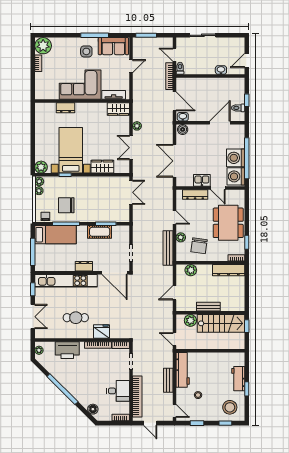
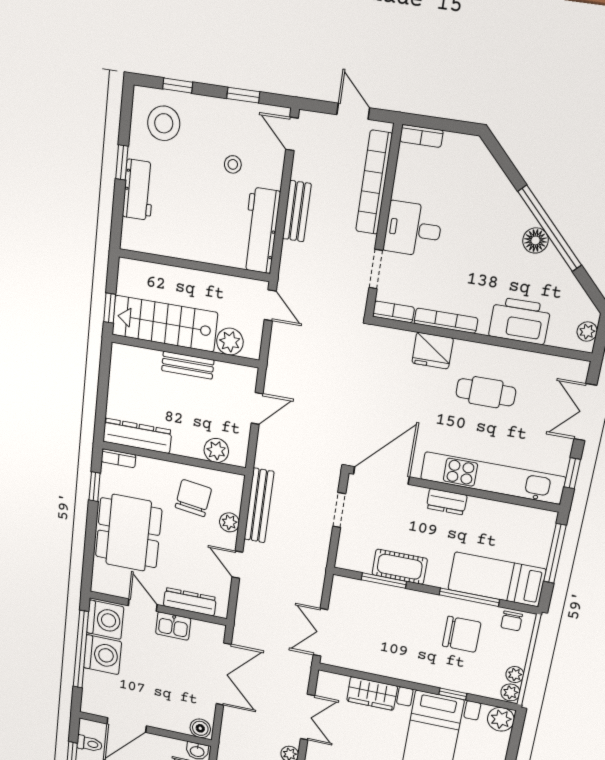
door: (115, 273) -> (381, 476), hinge flipped
desk: (118, 391) -> (413, 229), moved
floor lamp: (93, 409) -> (536, 240), moved

